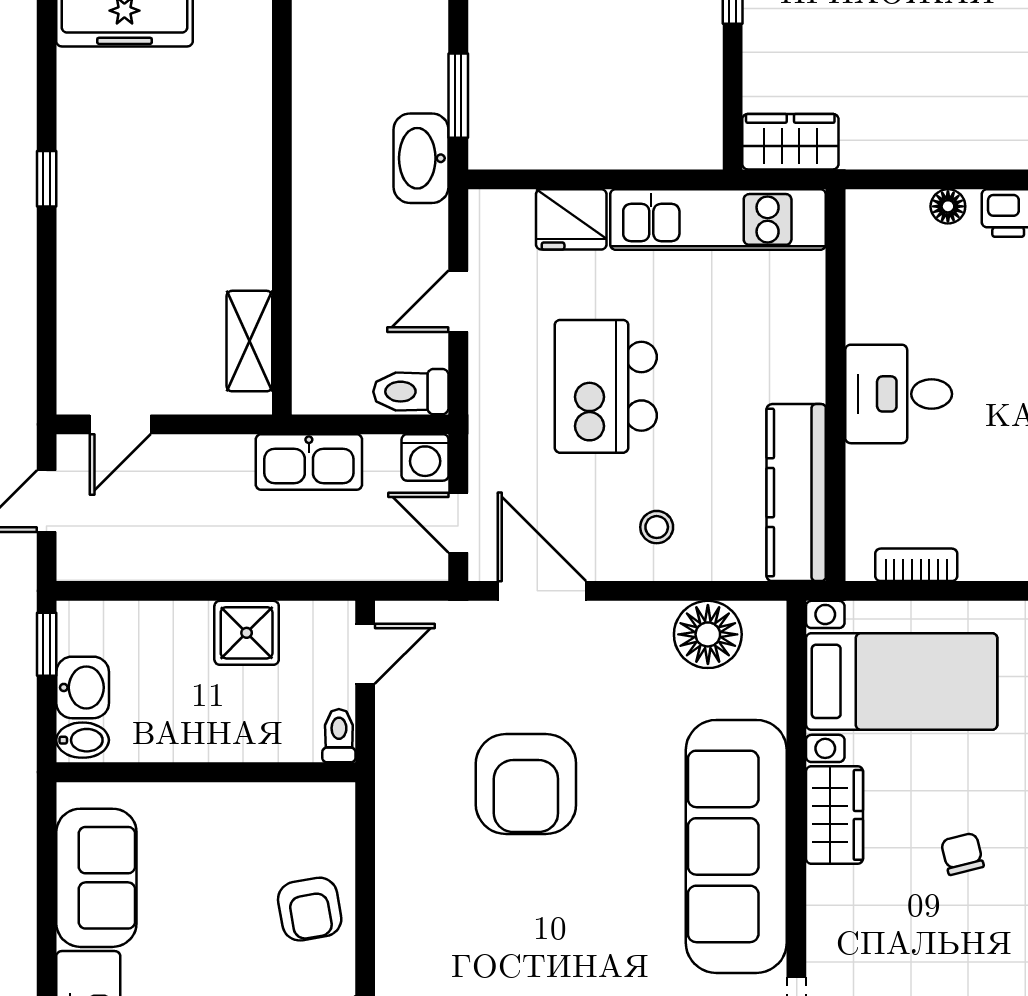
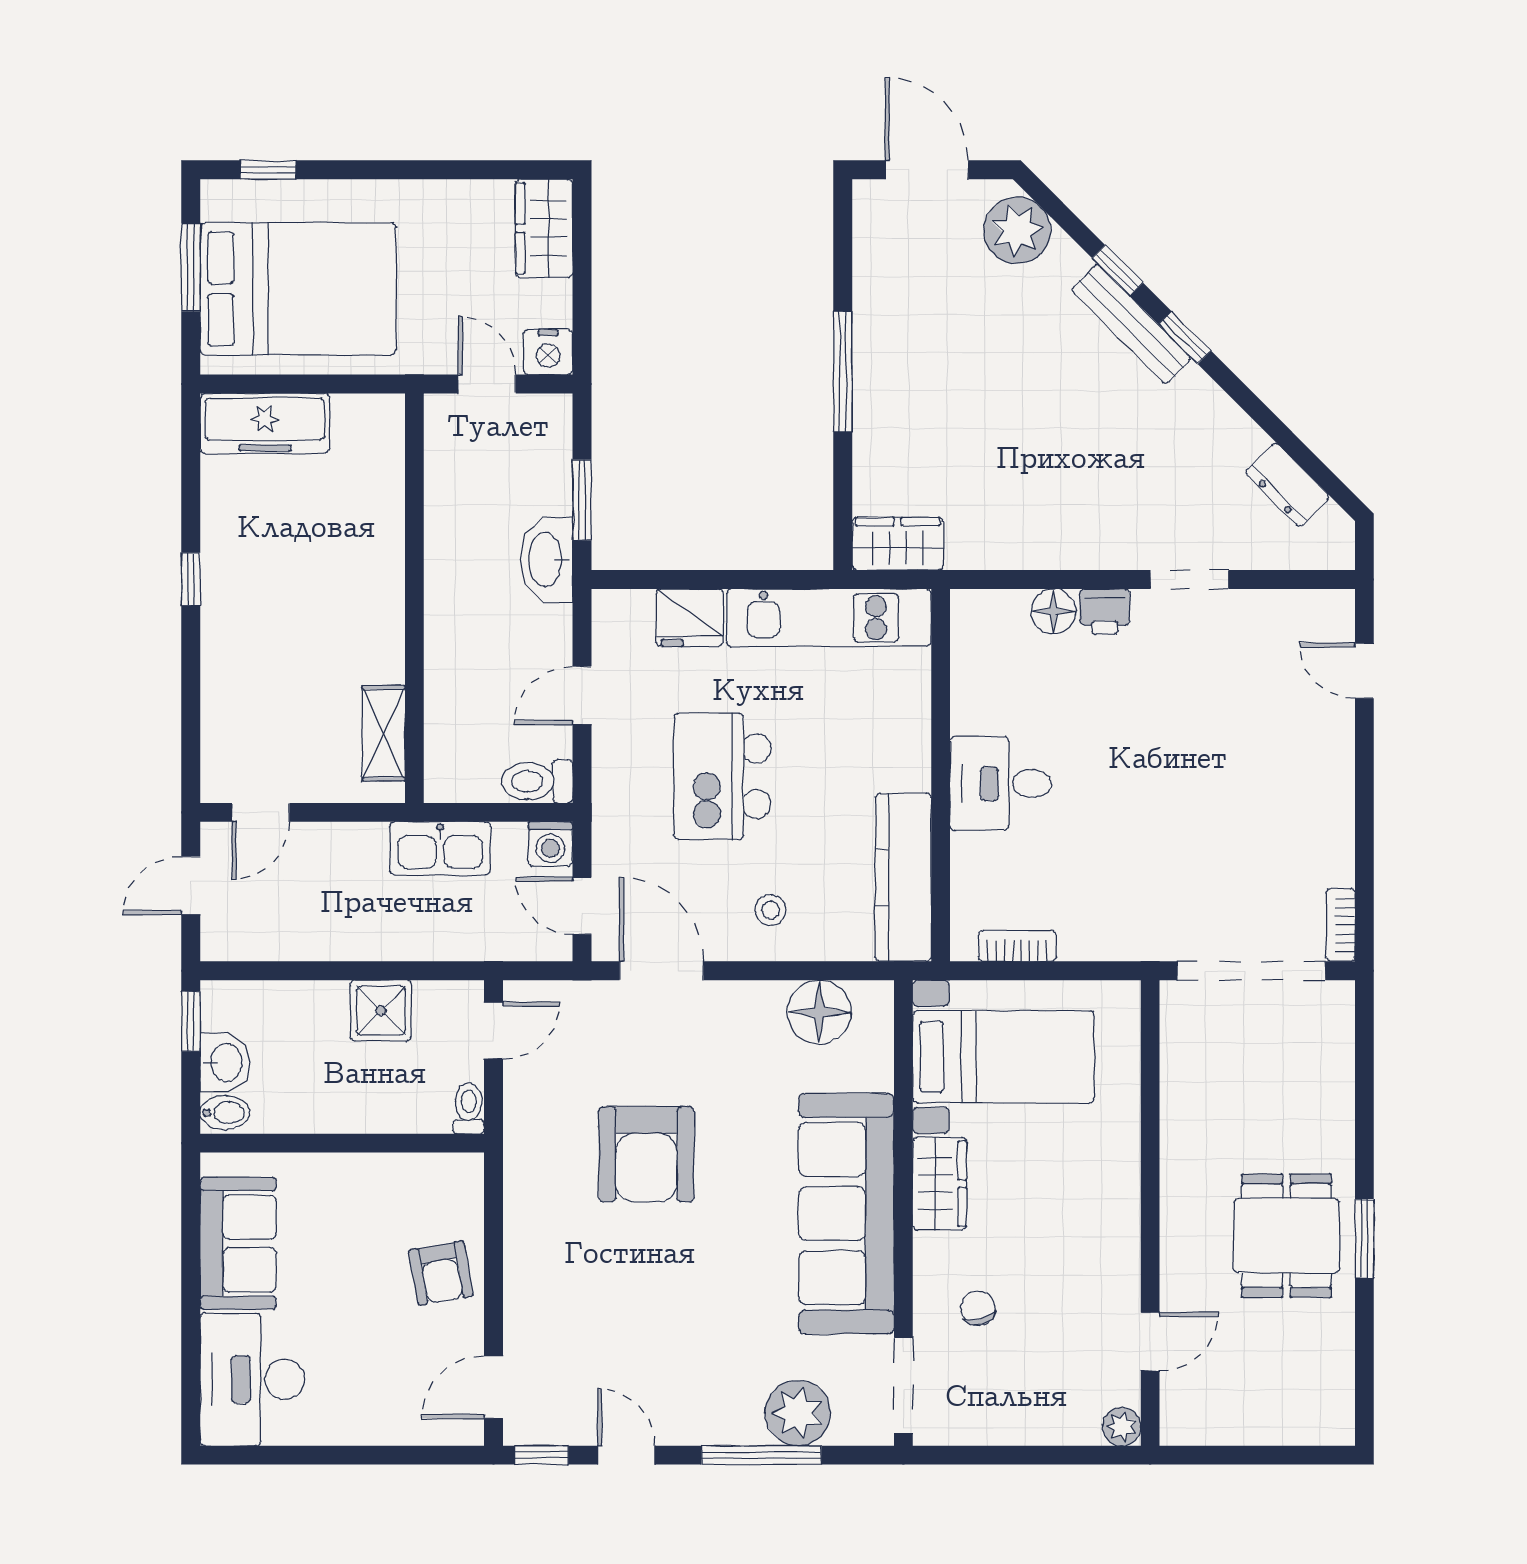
floor lamp: (948, 206) -> (1054, 611), width x1.37, depth x1.37
chair: (962, 854) -> (978, 1308), moved

